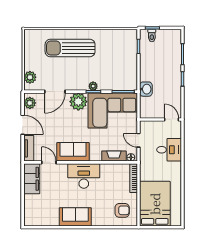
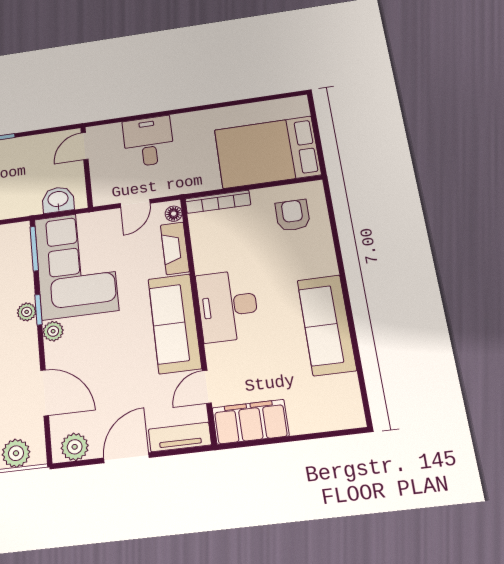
washbasin: (146, 89) -> (58, 200), moved
plant: (78, 102) -> (53, 331), width x0.53, depth x0.53
sofa: (73, 152) -> (175, 323), width x1.36
sofa: (75, 217) -> (327, 325), width x1.36

